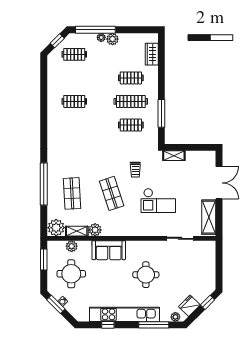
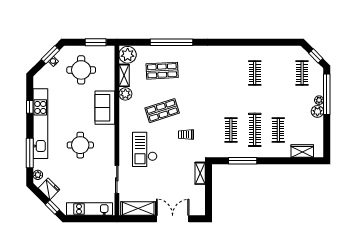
double door: (219, 183) -> (173, 219), swing flipped
checkout: (158, 200) -> (145, 149), moved
plant: (72, 246) -> (109, 70), removed
kitchen unit: (209, 265) -> (90, 209), added

